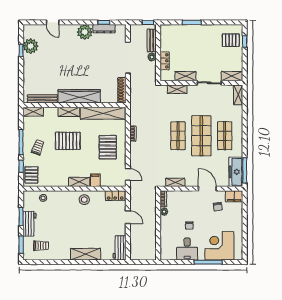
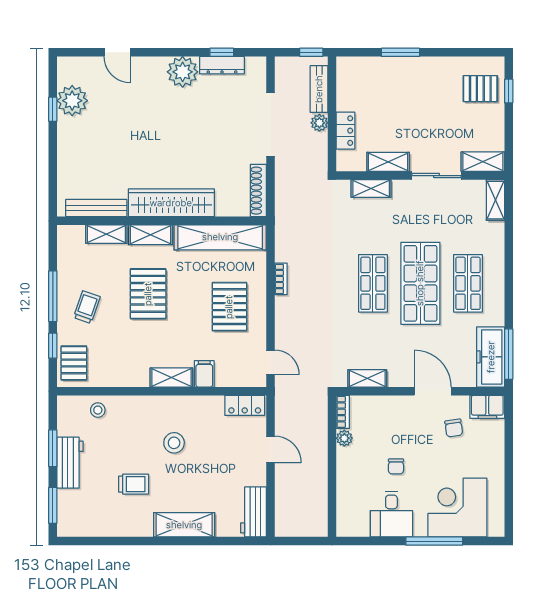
shelving: (33, 112) -> (106, 234), moved
pallet: (68, 141) -> (148, 294), turned 90
stool: (84, 200) -> (174, 443), moved
trolley: (41, 246) -> (134, 484), moved

